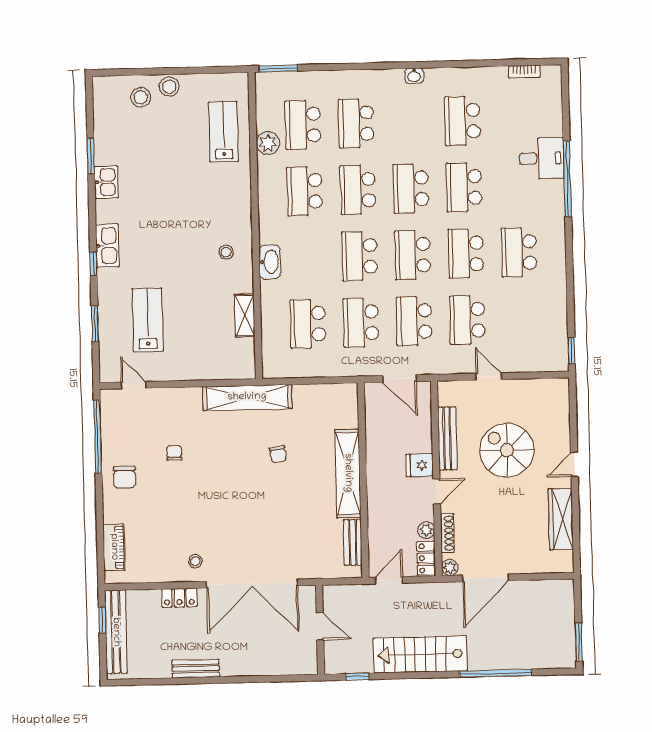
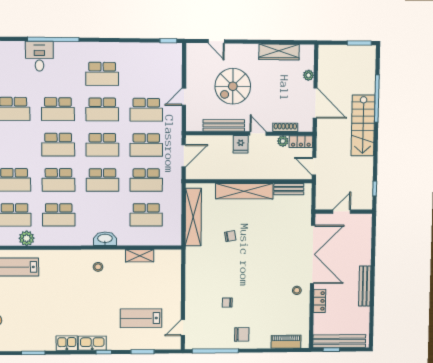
kitchen sink: (106, 182) -> (67, 343), moved
shelving: (247, 397) -> (193, 217), moved
door: (574, 464) -> (216, 41), moved
plant: (450, 568) -> (308, 75), moved
stairs: (420, 654) -> (363, 125), moved
bench: (196, 669) -> (365, 286), width x1.36

